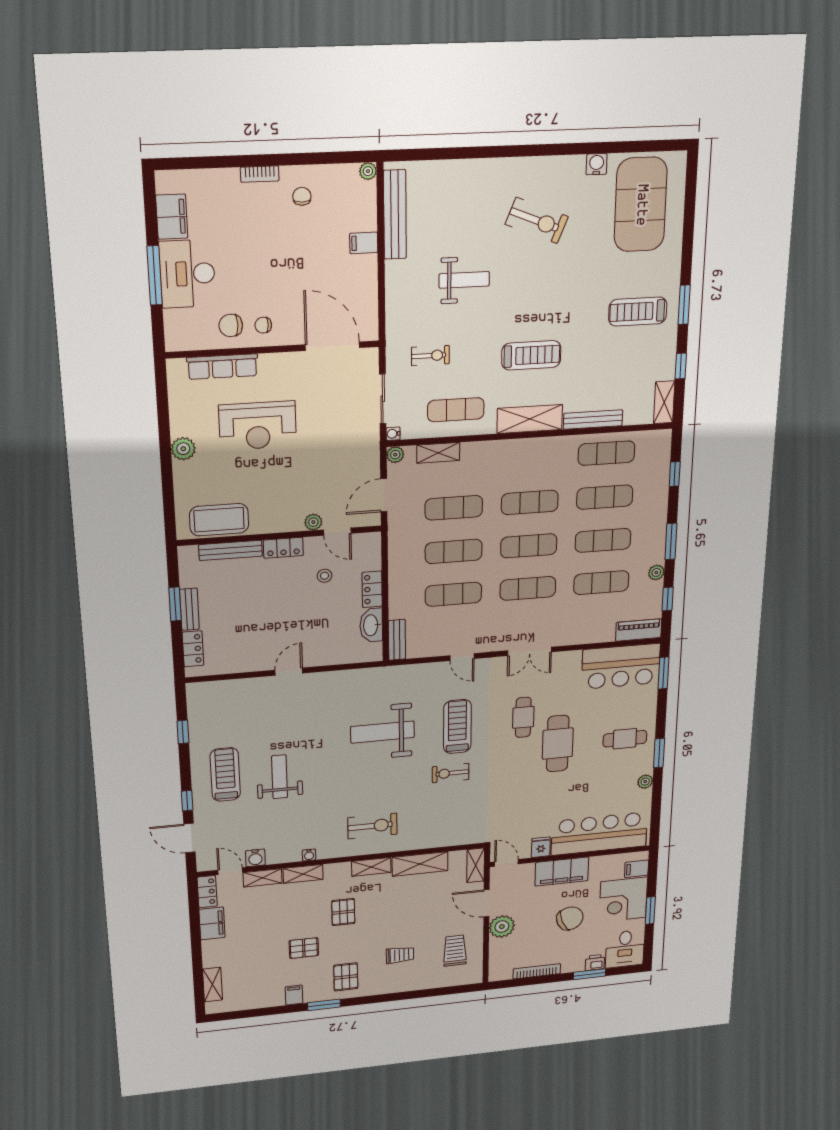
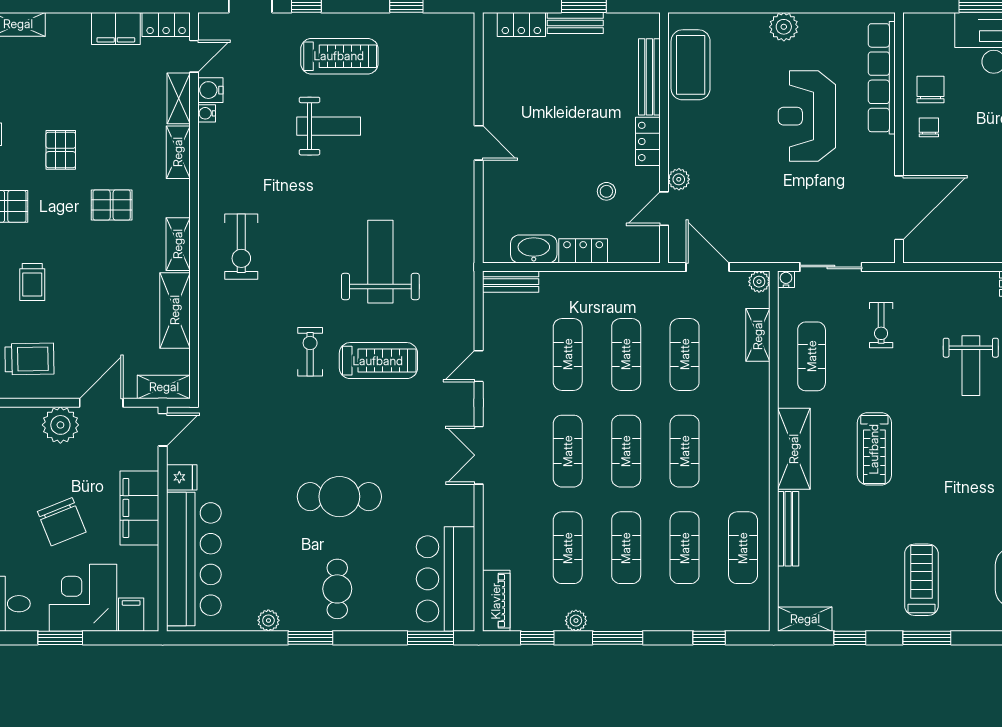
row of seats: (222, 367) -> (882, 78), width x1.36
cafe table: (523, 717) -> (383, 449), removed
water cooler: (309, 855) -> (207, 113), moved

